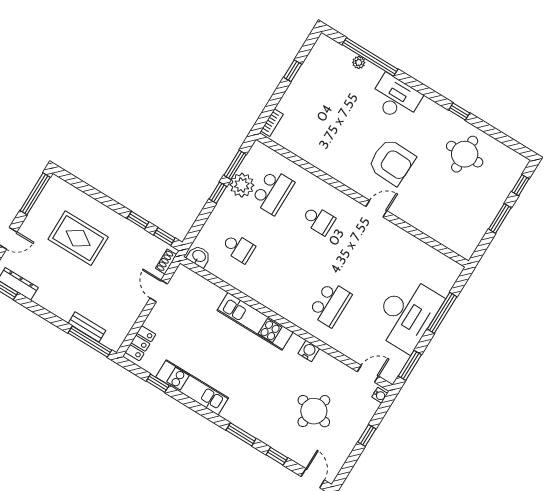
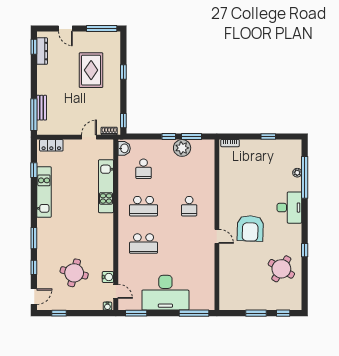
round table: (465, 154) -> (281, 269), turned 31
school desk: (273, 192) -> (144, 206), moved
window: (138, 220) -> (123, 72), moved
window: (442, 313) -> (194, 313), moved
kitchen unit: (255, 321) -> (106, 186), moved
water cooler: (309, 351) -> (108, 277), moved
window: (367, 436) -> (59, 313), moved

